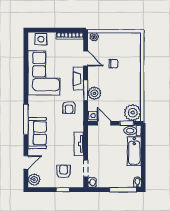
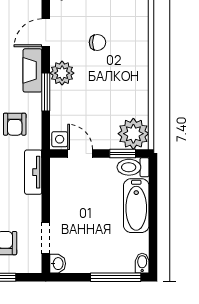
door: (86, 58) -> (46, 33), swing flipped
plant: (94, 93) -> (62, 73), moved
tv unit: (79, 144) -> (33, 172), moved

